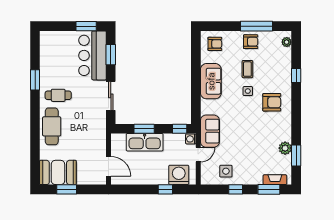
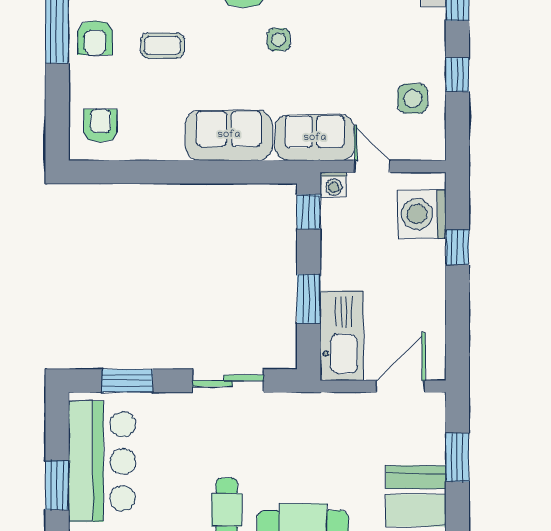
window: (86, 26) -> (57, 485), moved
armchair: (251, 42) -> (95, 38), turned 180
bar counter: (92, 55) -> (102, 461), moved, turned -90
sofa: (211, 81) -> (229, 135), moved
side table: (248, 91) -> (278, 39), moved
kitchen sink: (145, 142) -> (342, 336), moved
window: (67, 189) -> (457, 457), moved

